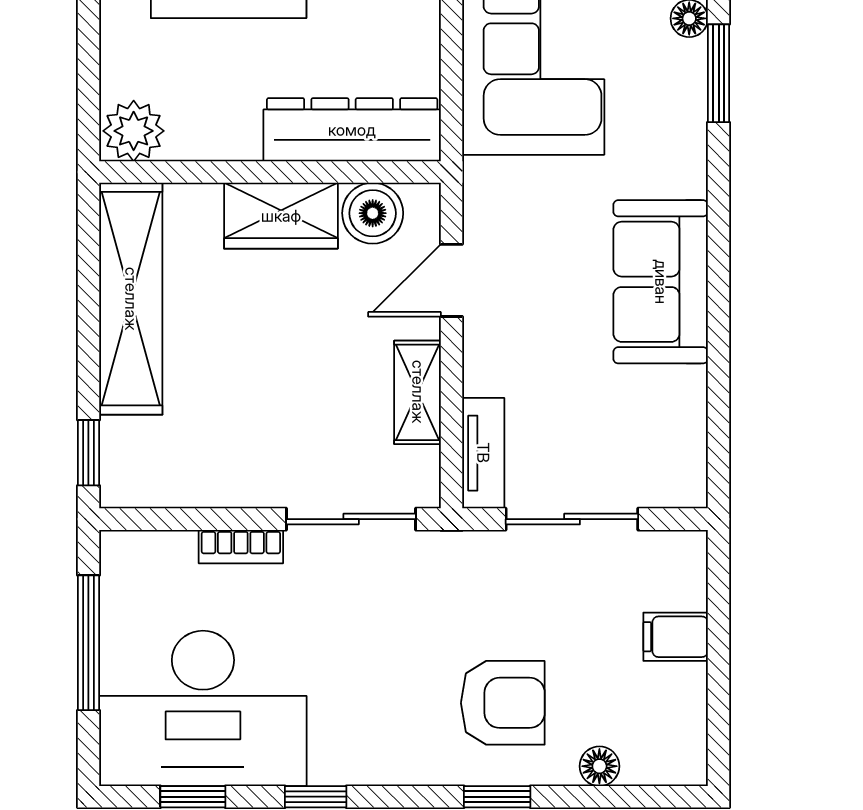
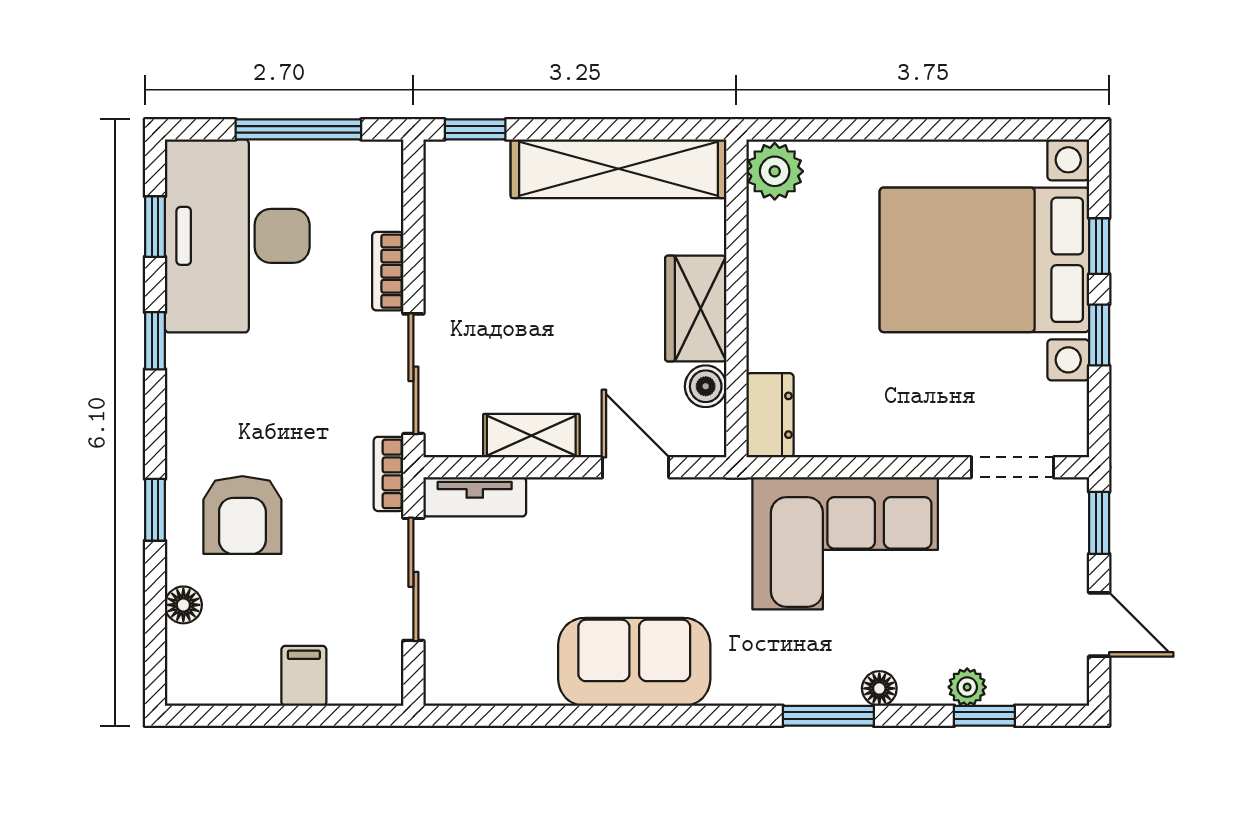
dresser: (352, 130) -> (770, 415), width x0.51, depth x0.80
boiler: (373, 213) -> (706, 386), width x0.73, depth x0.73
bookcase: (459, 546) -> (389, 474), added

